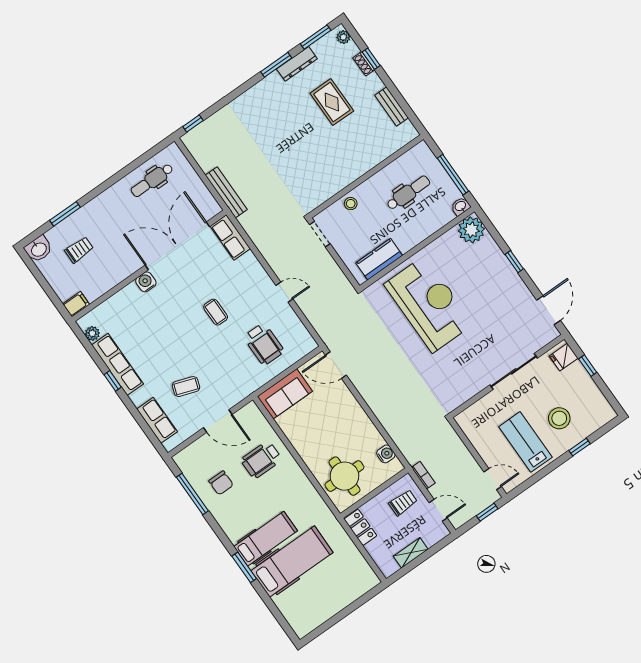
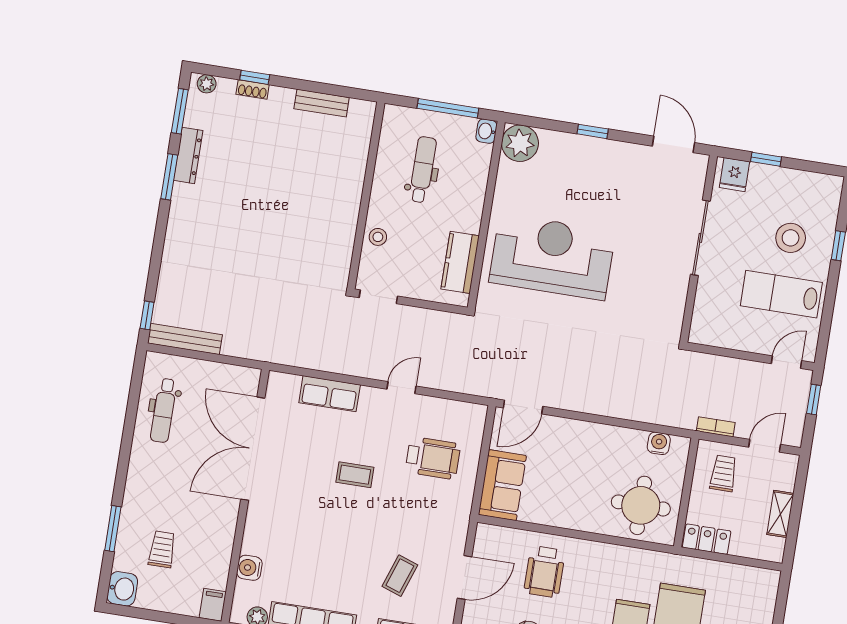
rug: (332, 102) -> (260, 158), removed
bench: (226, 192) -> (185, 339), moved
row of seats: (230, 237) -> (330, 394), moved
water cooler: (146, 282) -> (249, 568), moved

